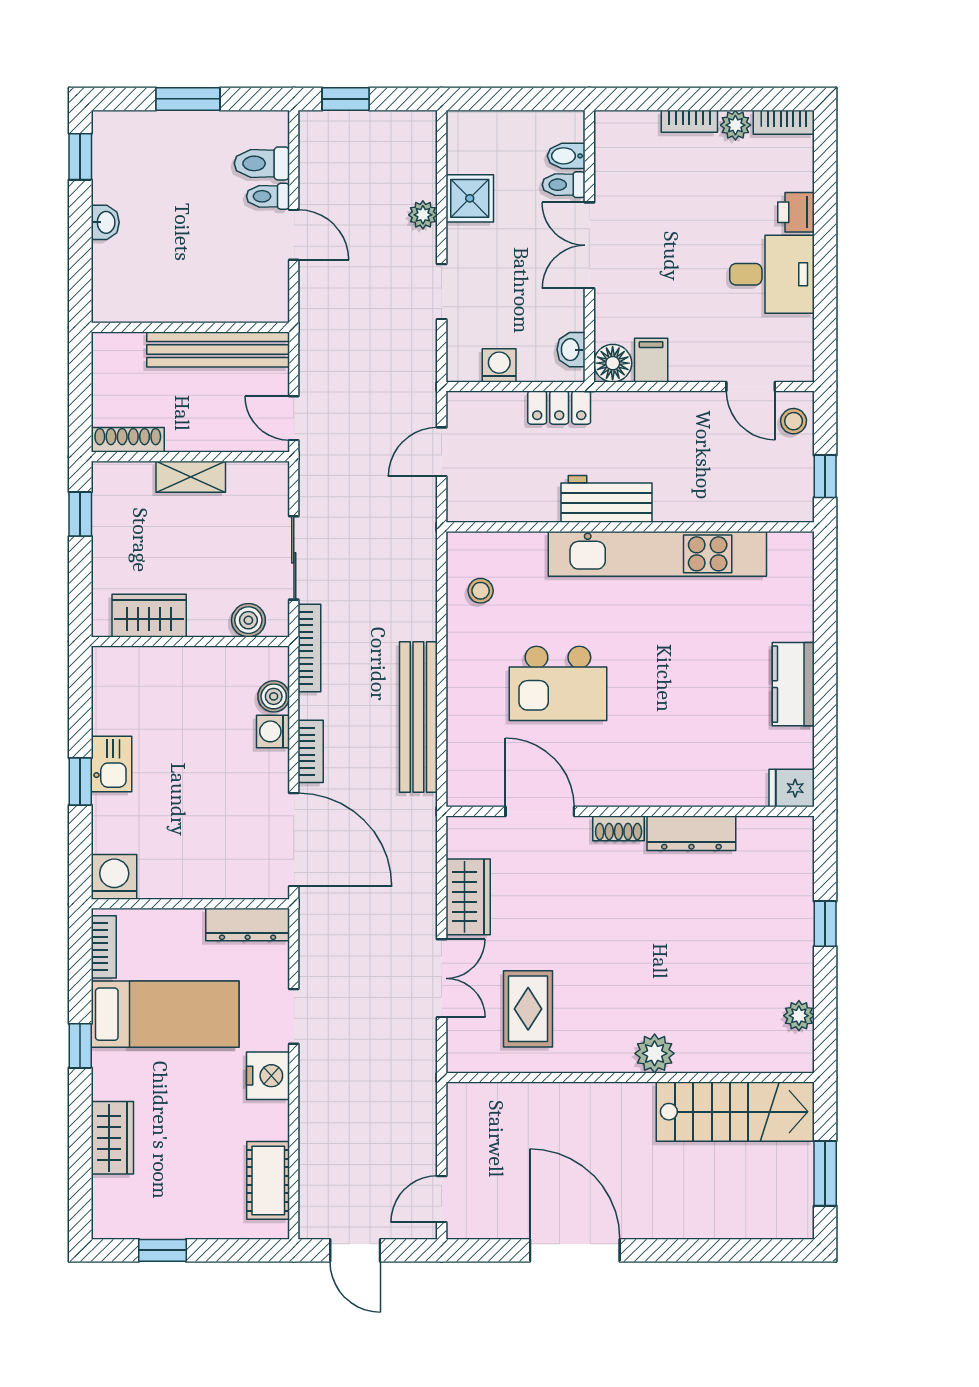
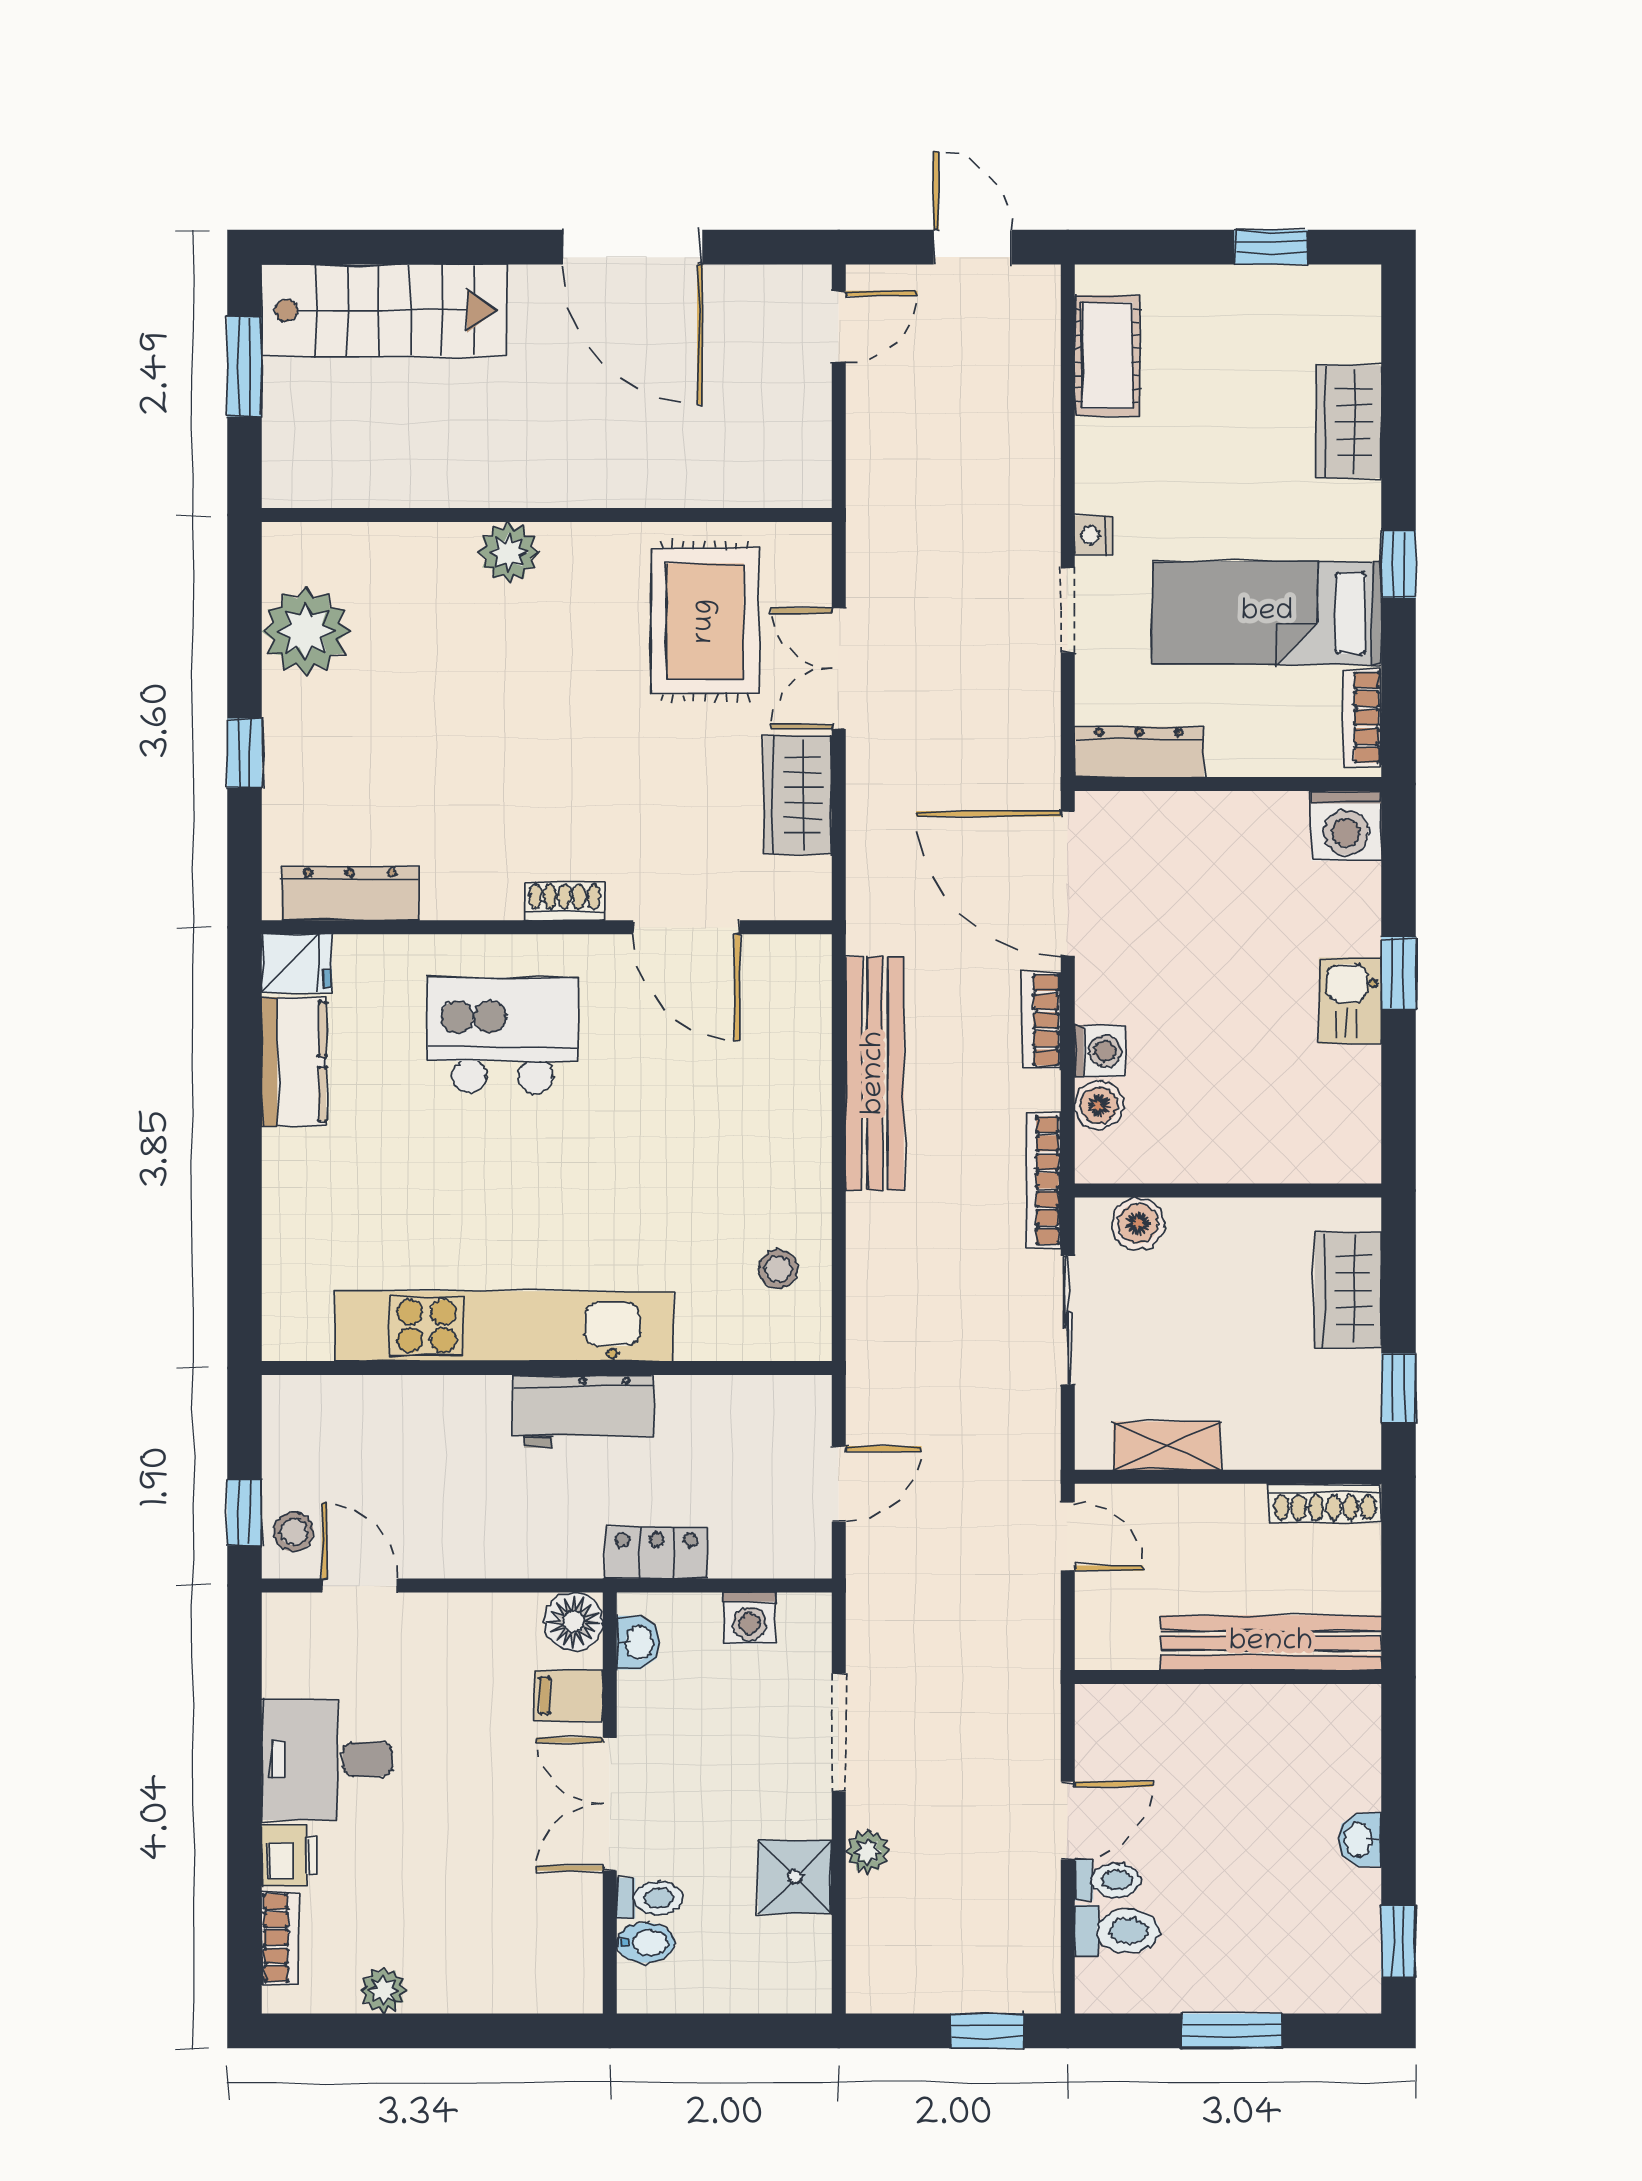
bookcase: (689, 121) -> (455, 1996), removed
bookcase: (784, 122) -> (280, 1938), moved, turned 90
door: (294, 235) -> (1068, 1821), swing flipped
double door: (589, 245) -> (610, 1804), swing flipped
doorway: (442, 292) -> (839, 1733), width x1.38
bench: (218, 349) -> (1271, 1643), moved
filing cabinet: (651, 360) -> (569, 1696), moved, turned 90
window: (825, 476) -> (245, 1512), moved
shelving: (191, 477) -> (1167, 1446), moved
wardrobe: (149, 616) -> (1348, 1290), moved, turned 90
kitchen island: (558, 683) -> (502, 1035), moved
kitchen counter: (793, 684) -> (294, 1062), moved
dresser: (691, 833) -> (350, 893), moved
rug: (528, 1009) -> (705, 621), width x1.36, depth x1.43
plant: (799, 1016) -> (306, 631), width x1.88, depth x1.88
nightstand: (268, 1076) -> (1093, 535), width x0.53, depth x0.56
stairs: (735, 1112) -> (384, 310), moved, turned 180

